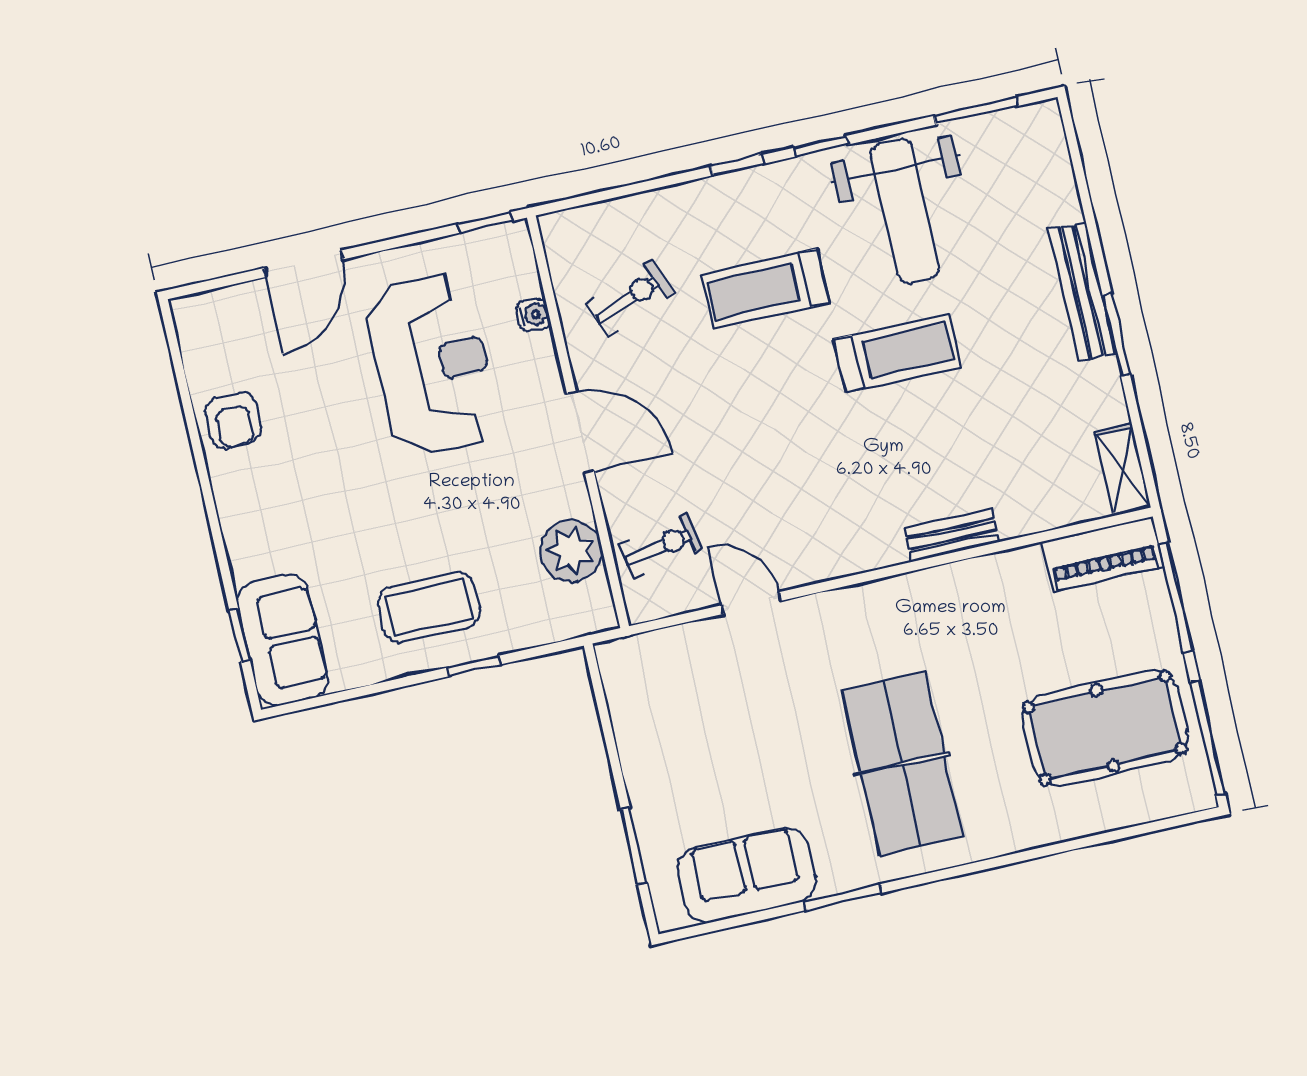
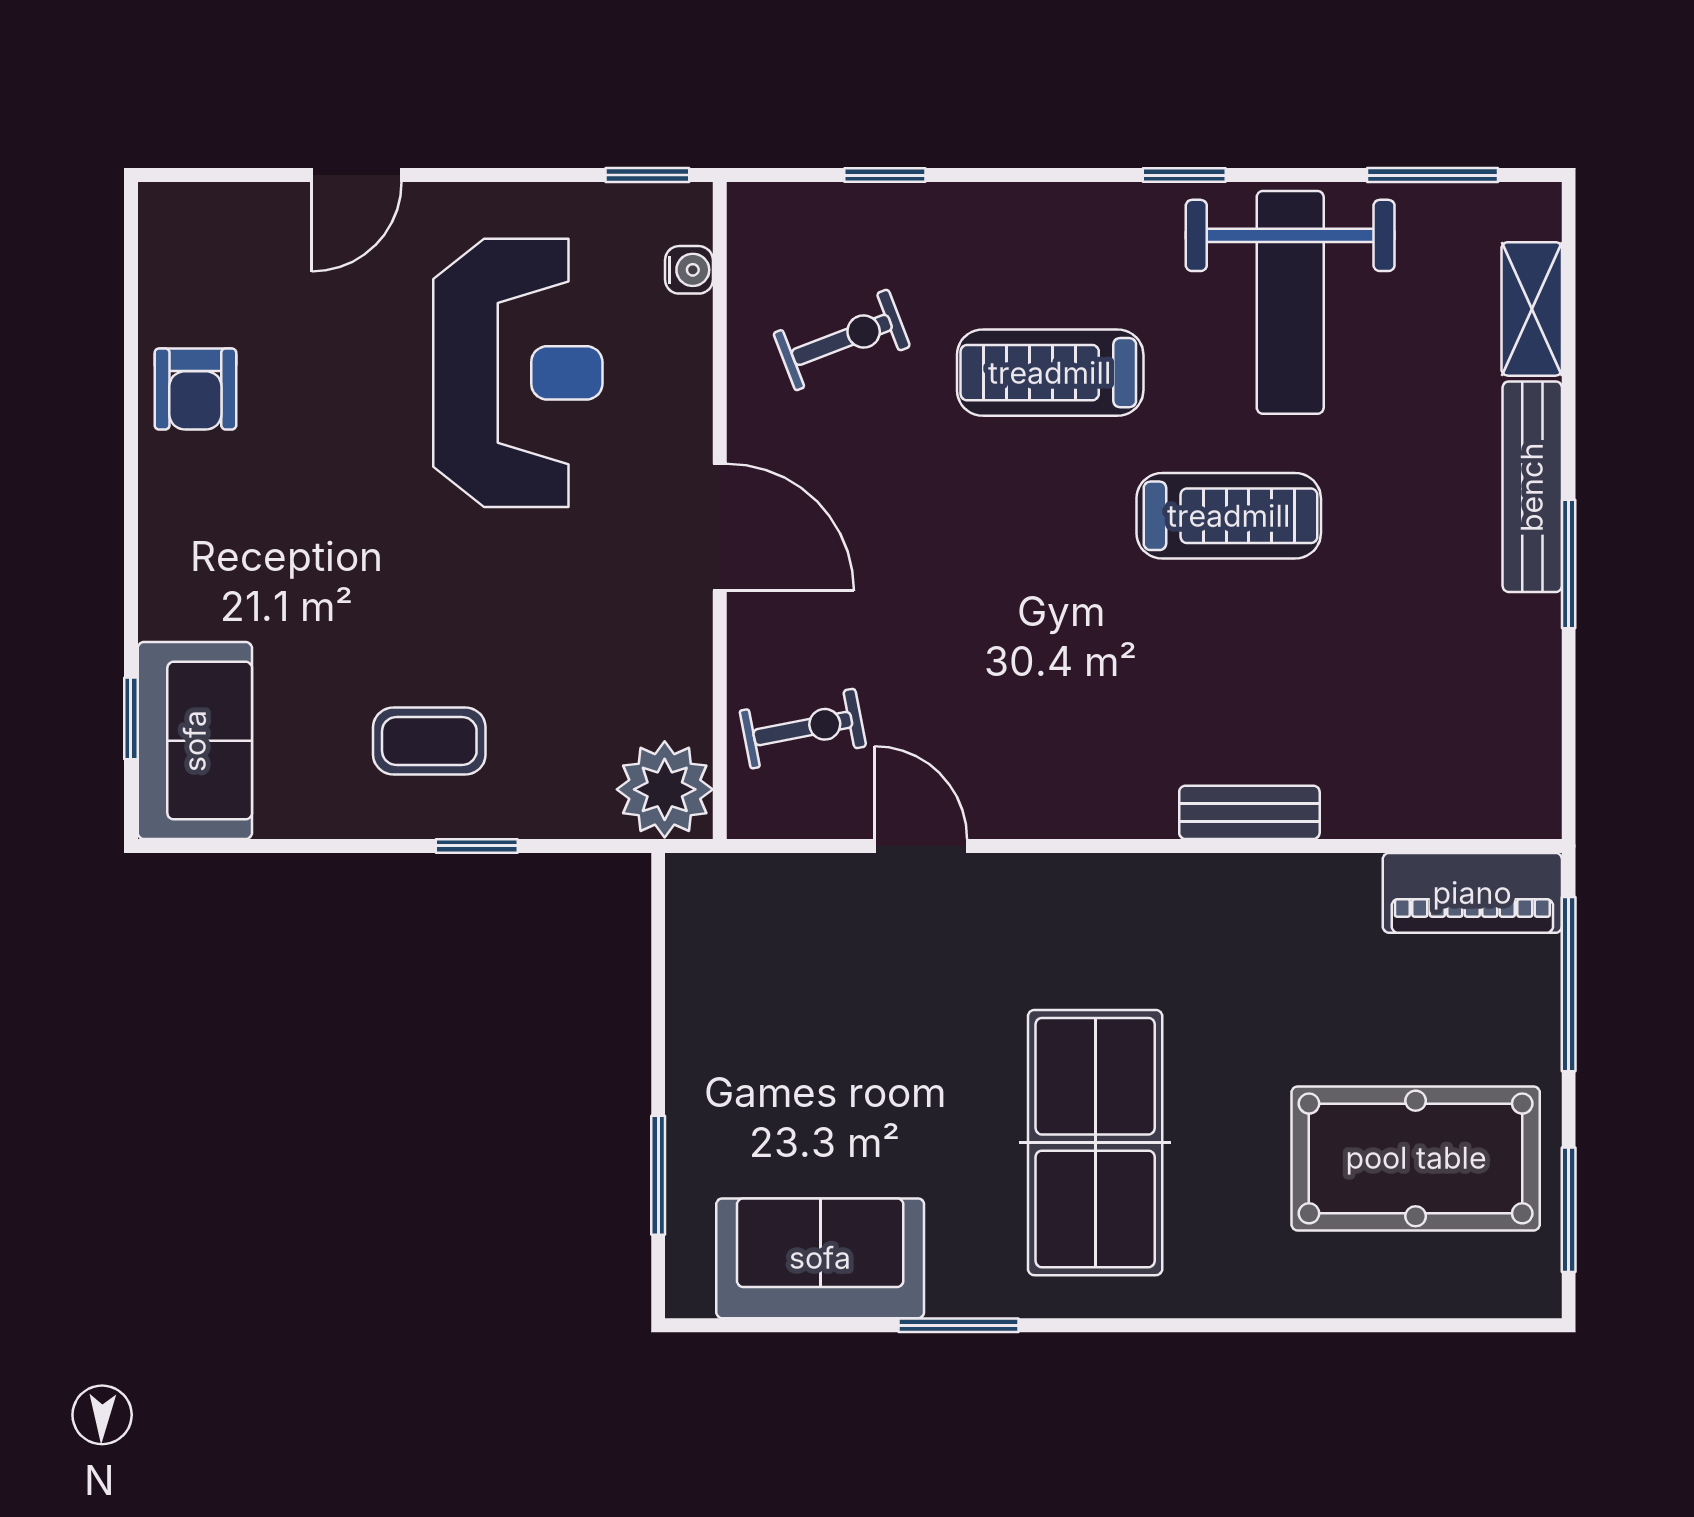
window: (738, 165) -> (885, 175), moved
door: (303, 264) -> (357, 175), width x0.73
water cooler: (533, 315) -> (689, 270), moved
shelving: (1123, 470) -> (1532, 309), moved
plant: (571, 551) -> (665, 789), moved
coffee table: (429, 607) -> (429, 741), width x0.73, depth x0.77
window: (1208, 738) -> (1569, 1210), width x0.69

